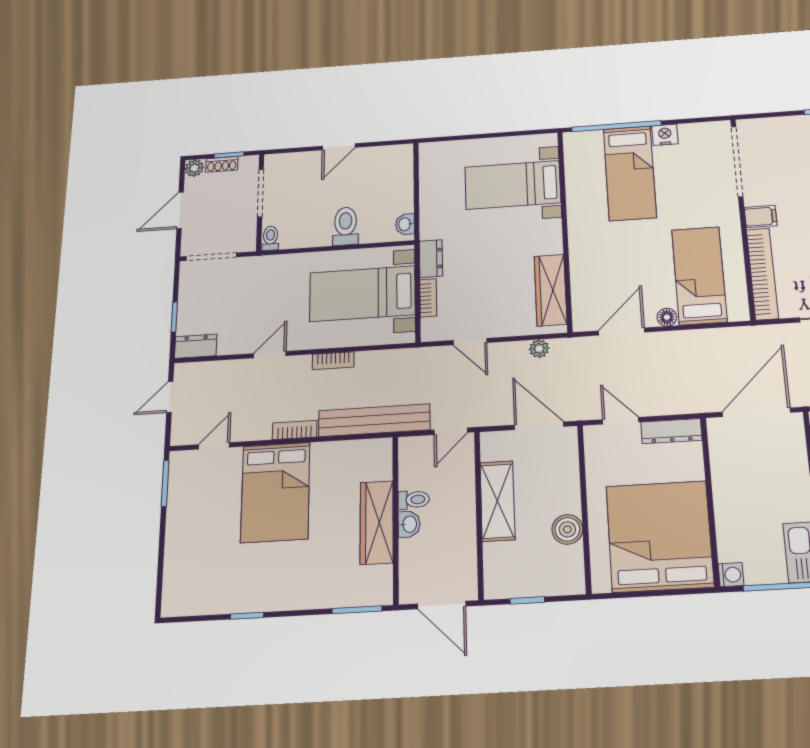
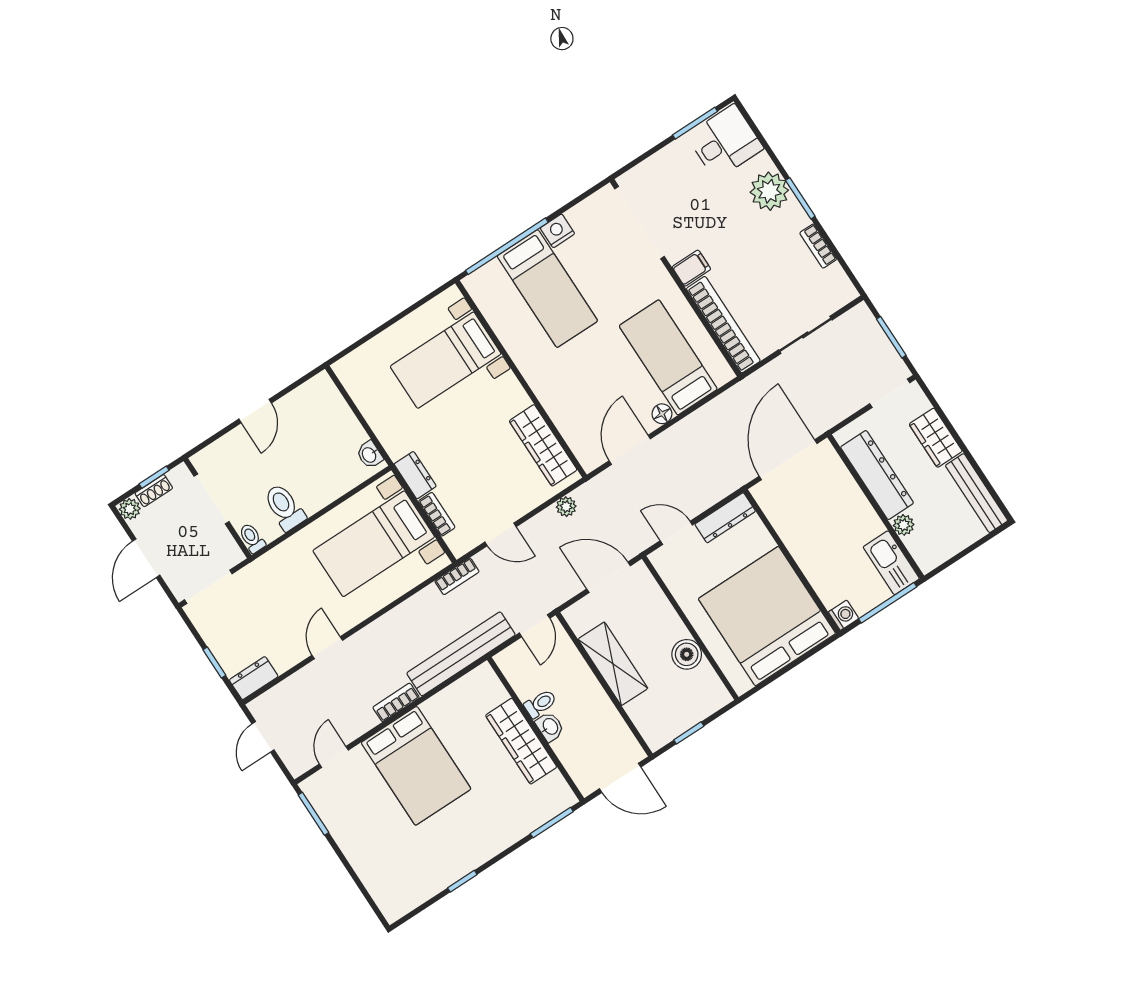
toilet: (345, 226) -> (284, 507), moved
bookcase: (333, 361) -> (457, 576), moved

